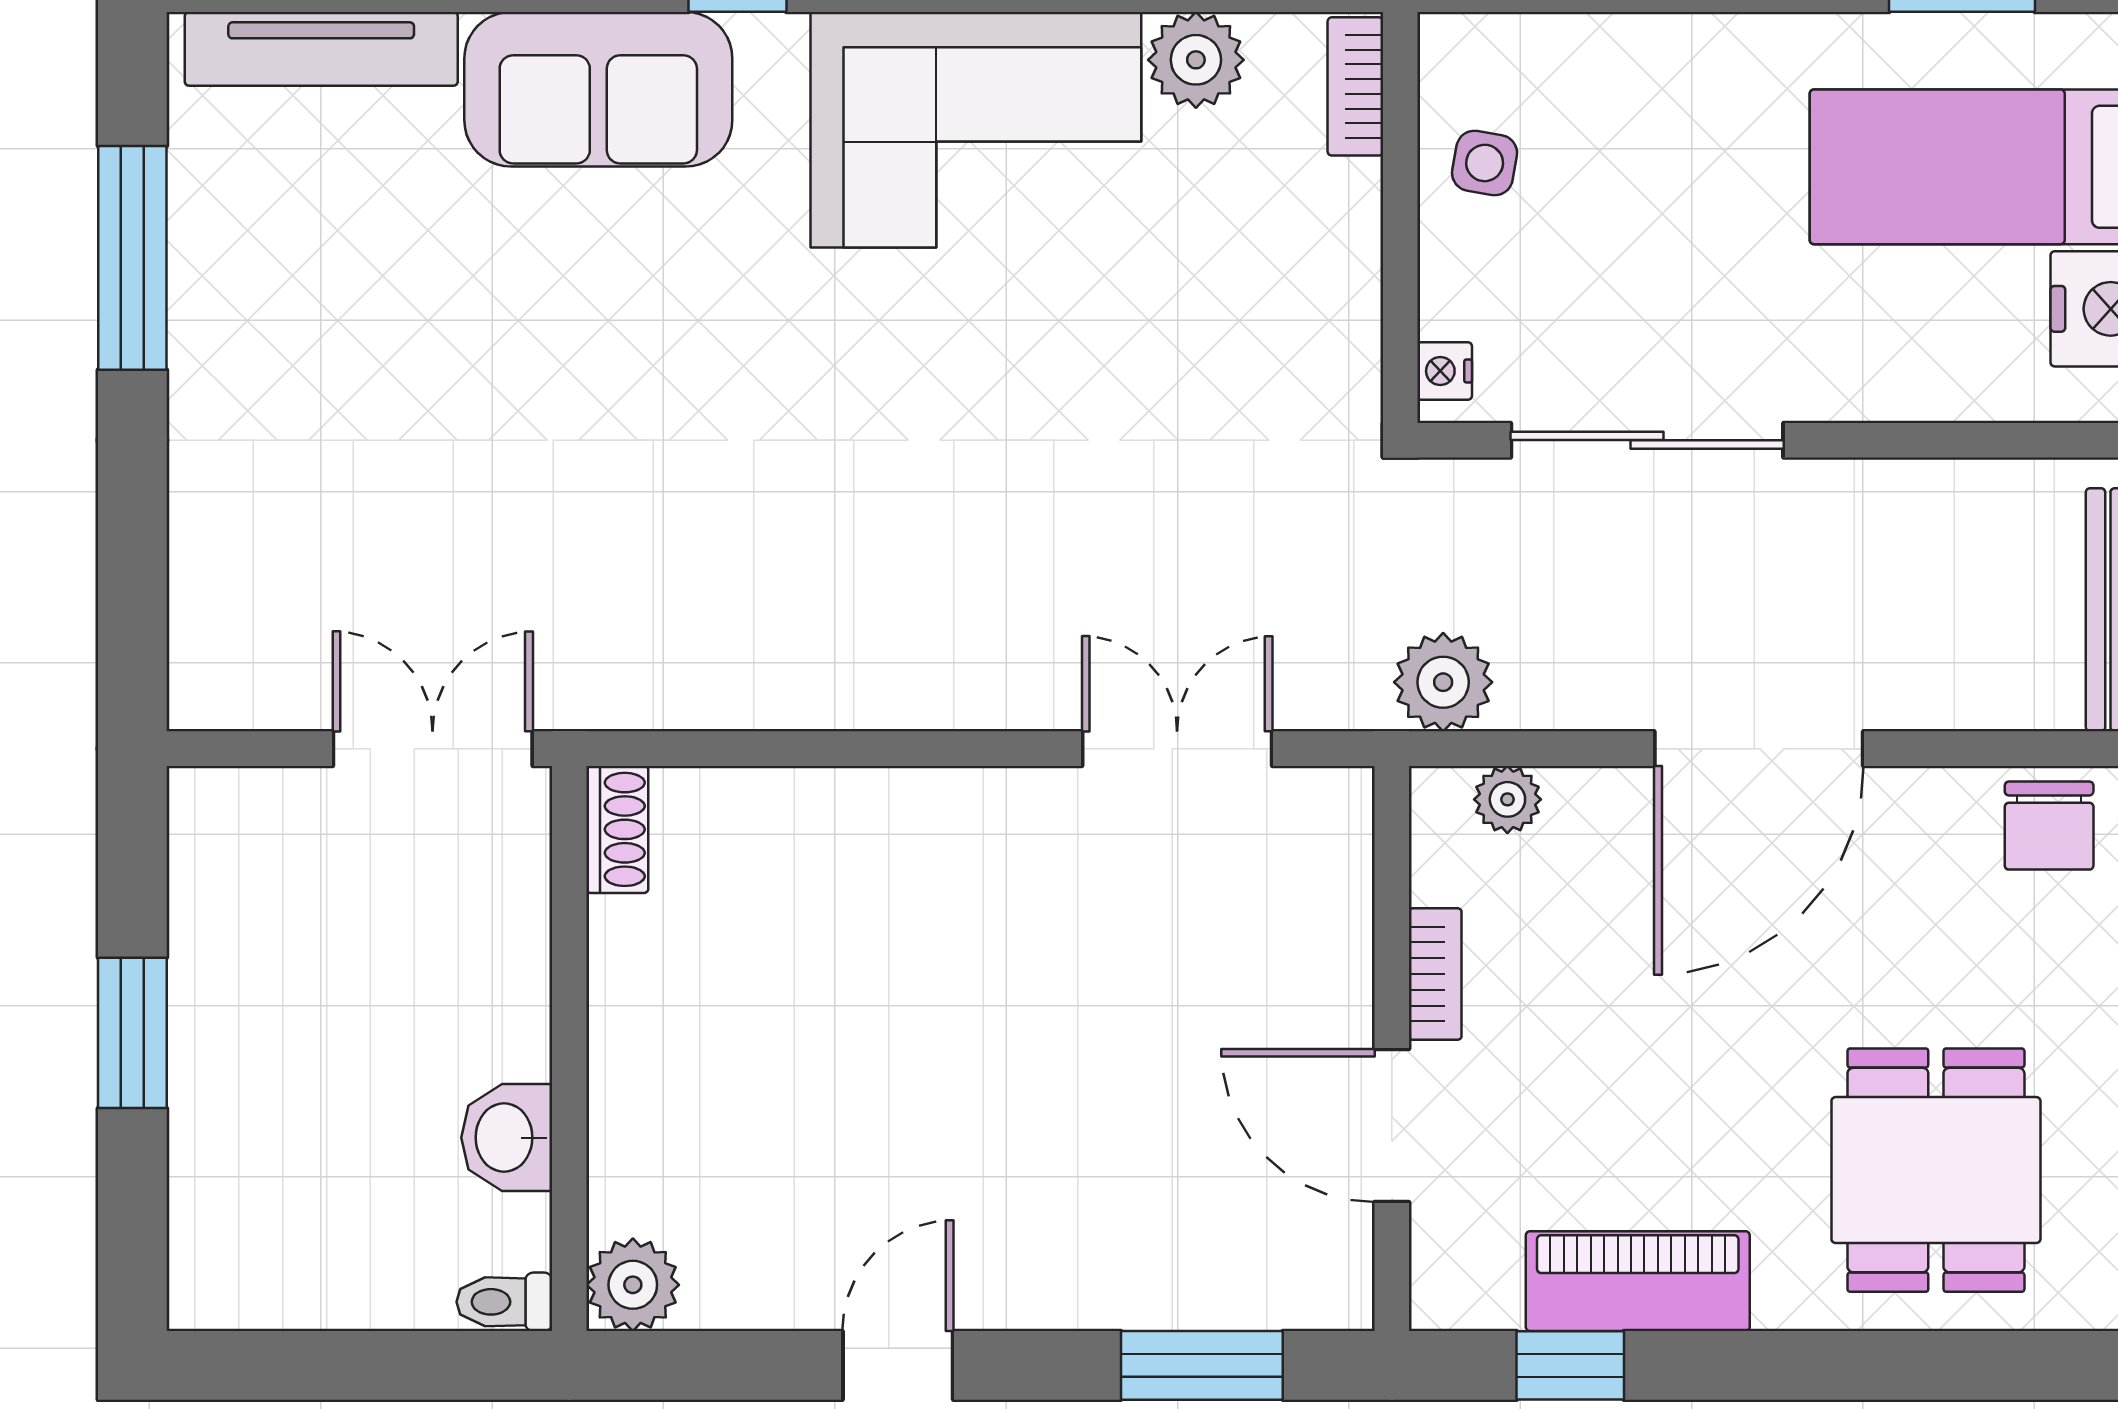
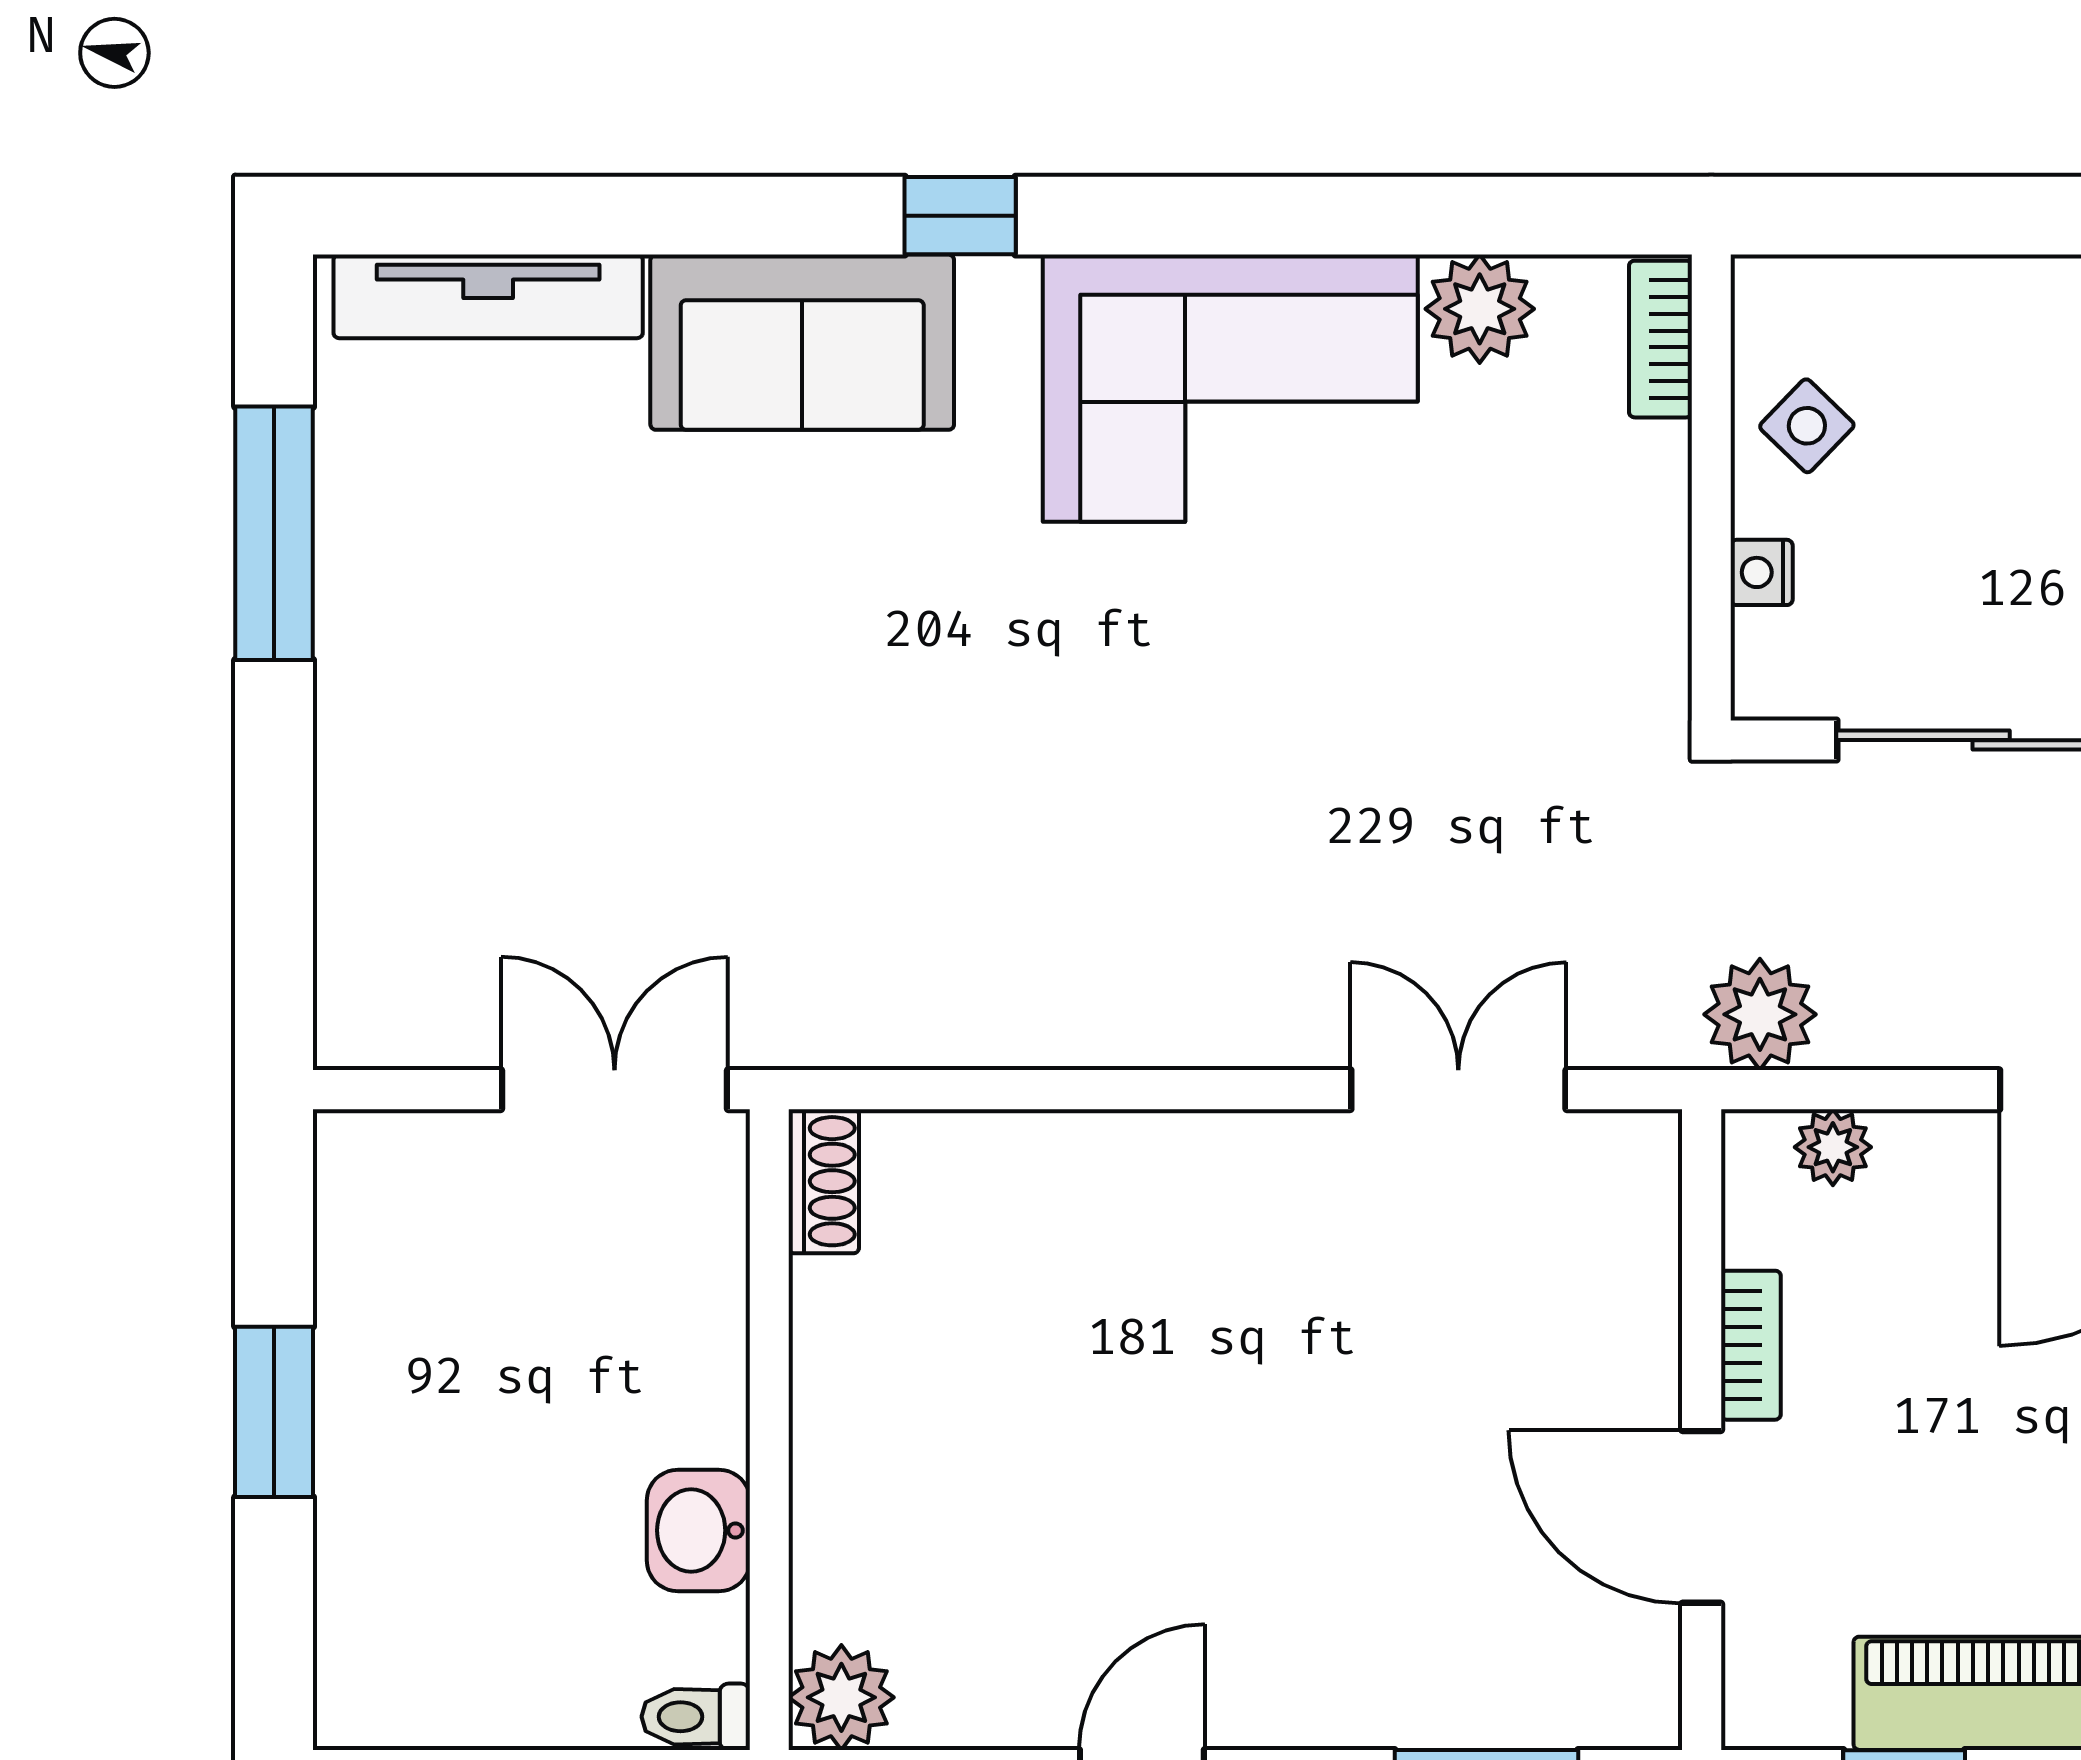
side table: (1485, 163) -> (1807, 426), turned 34
nightstand: (1445, 371) -> (1762, 572), moved

